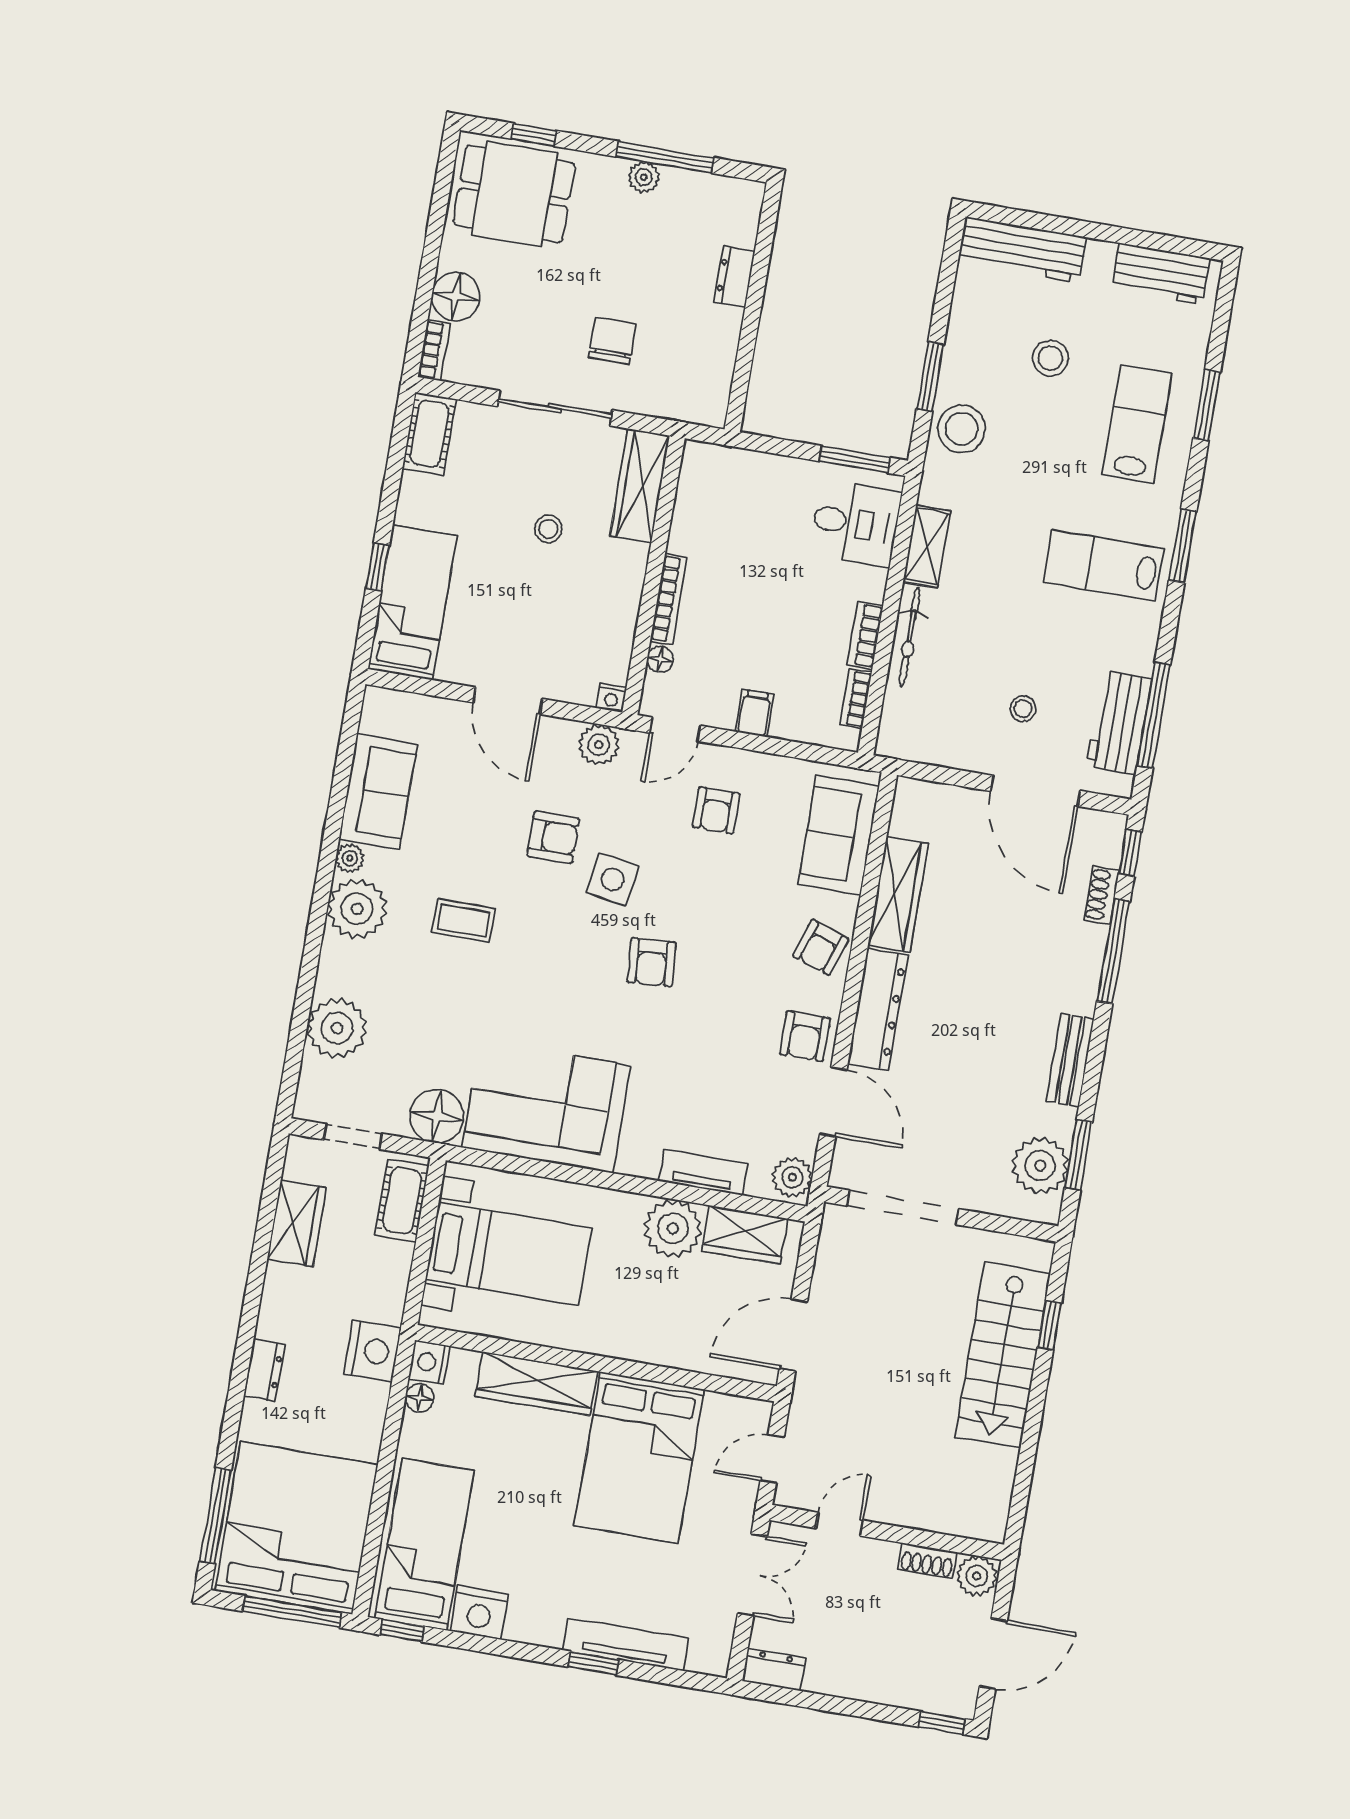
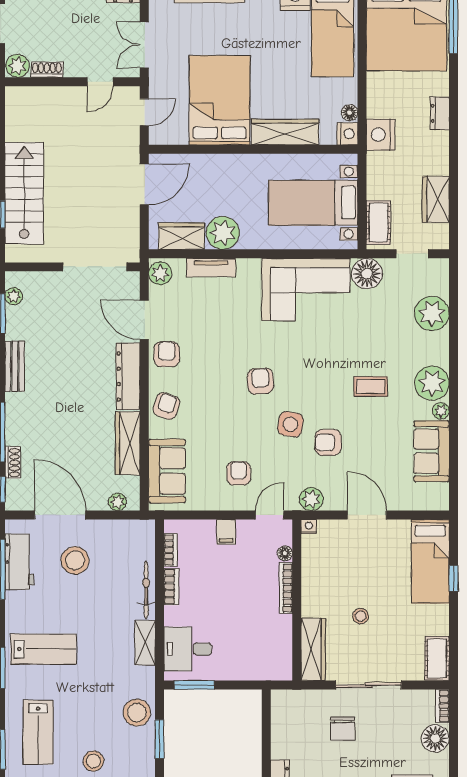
stool: (1023, 709) -> (75, 560), width x1.89, depth x1.89
plant: (933, 797) -> (117, 502), added
plant: (1040, 1166) -> (14, 296), width x0.53, depth x0.53

